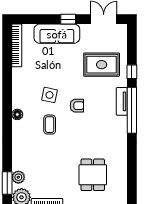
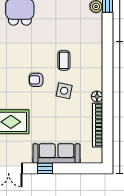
bookcase: (17, 45) -> (98, 125), moved
floor lamp: (17, 114) -> (97, 97), moved

